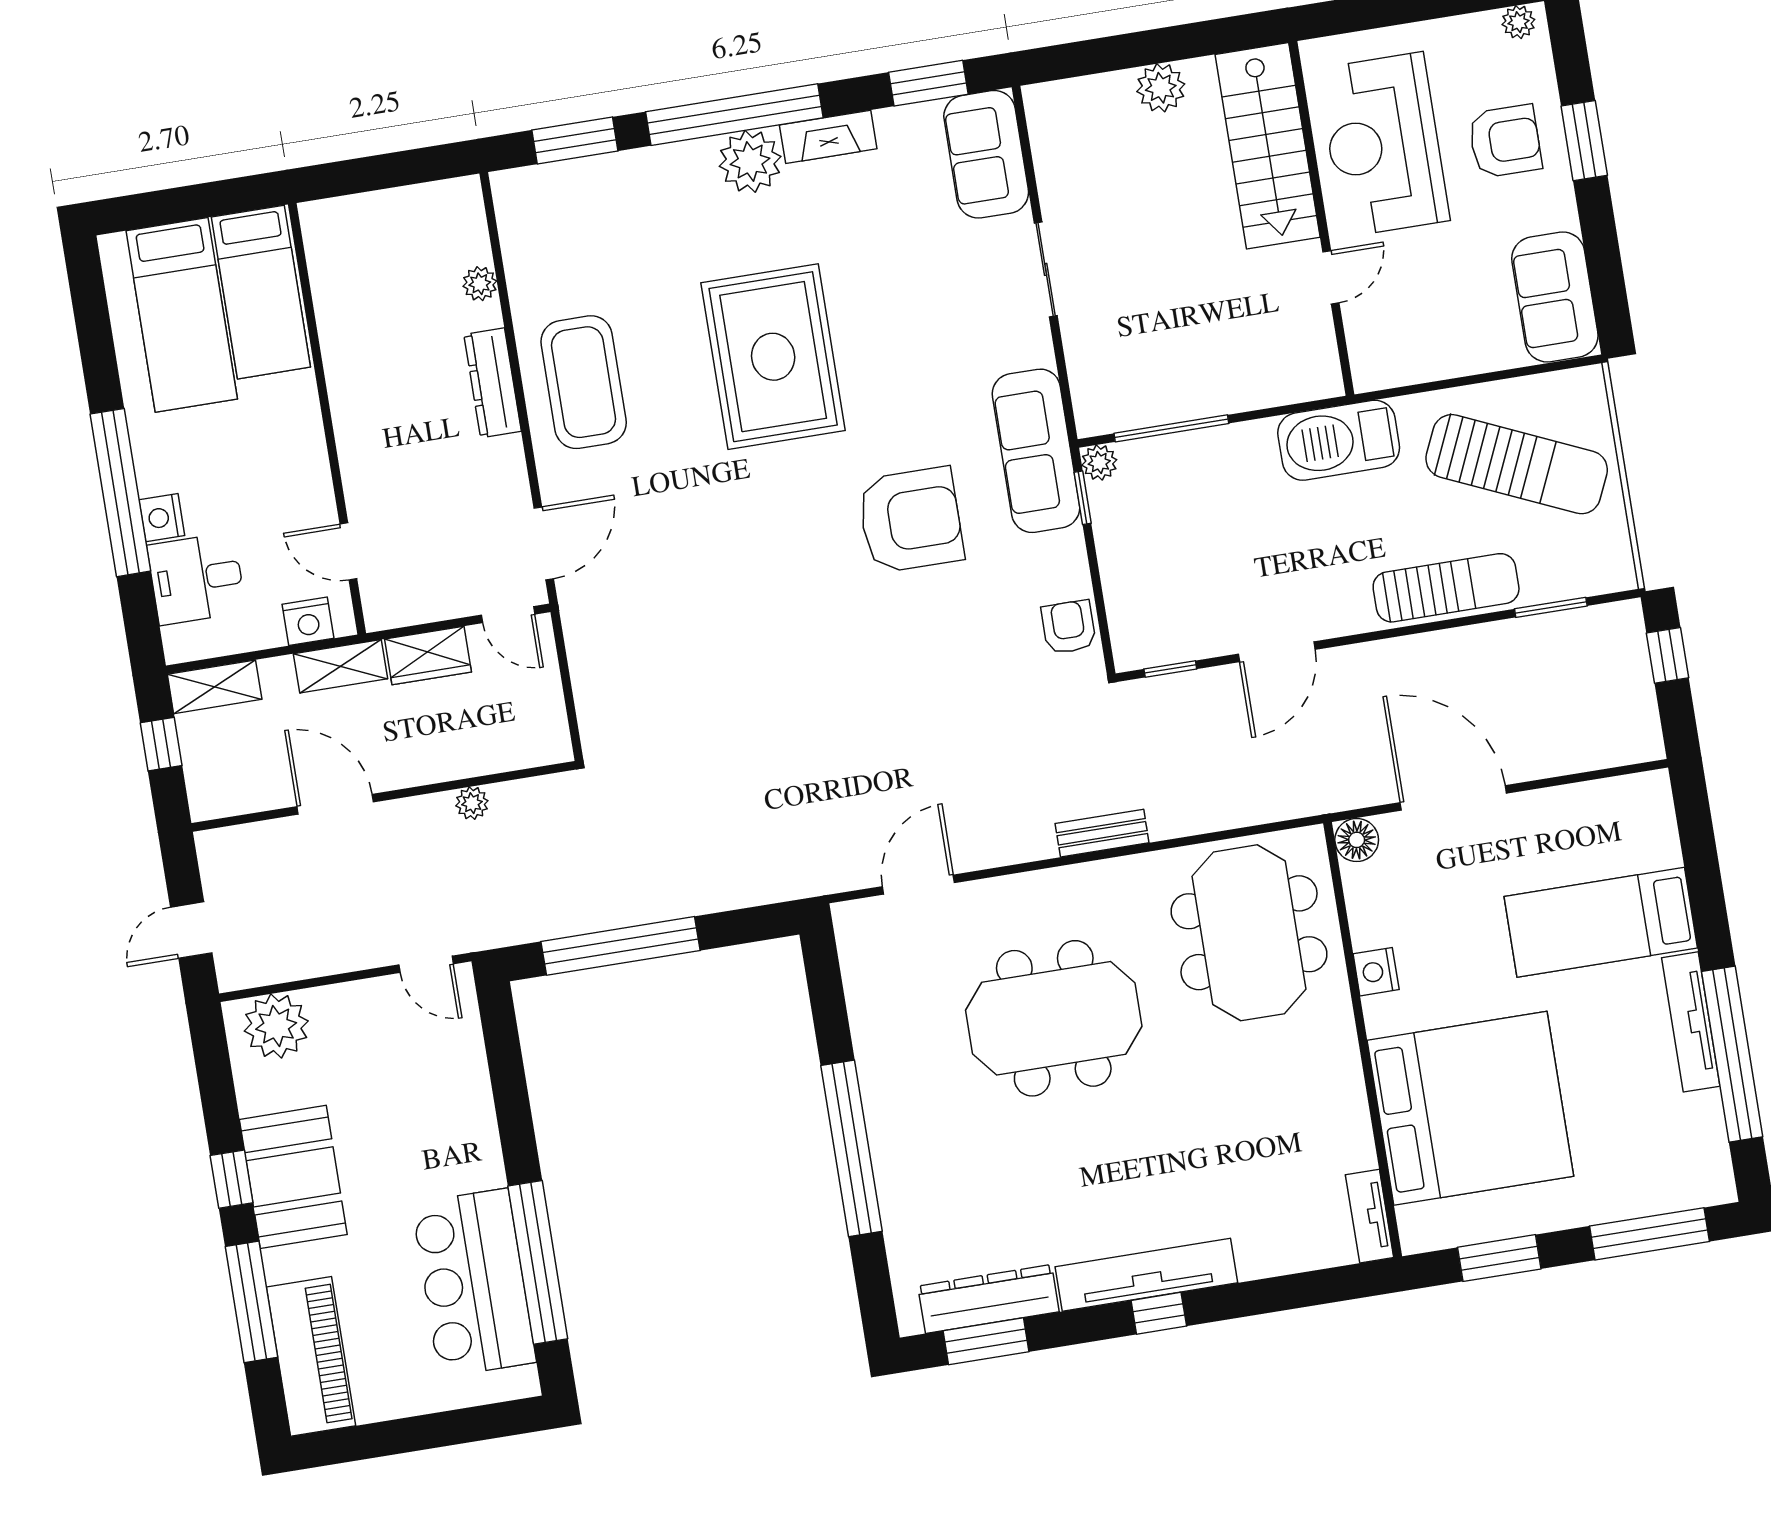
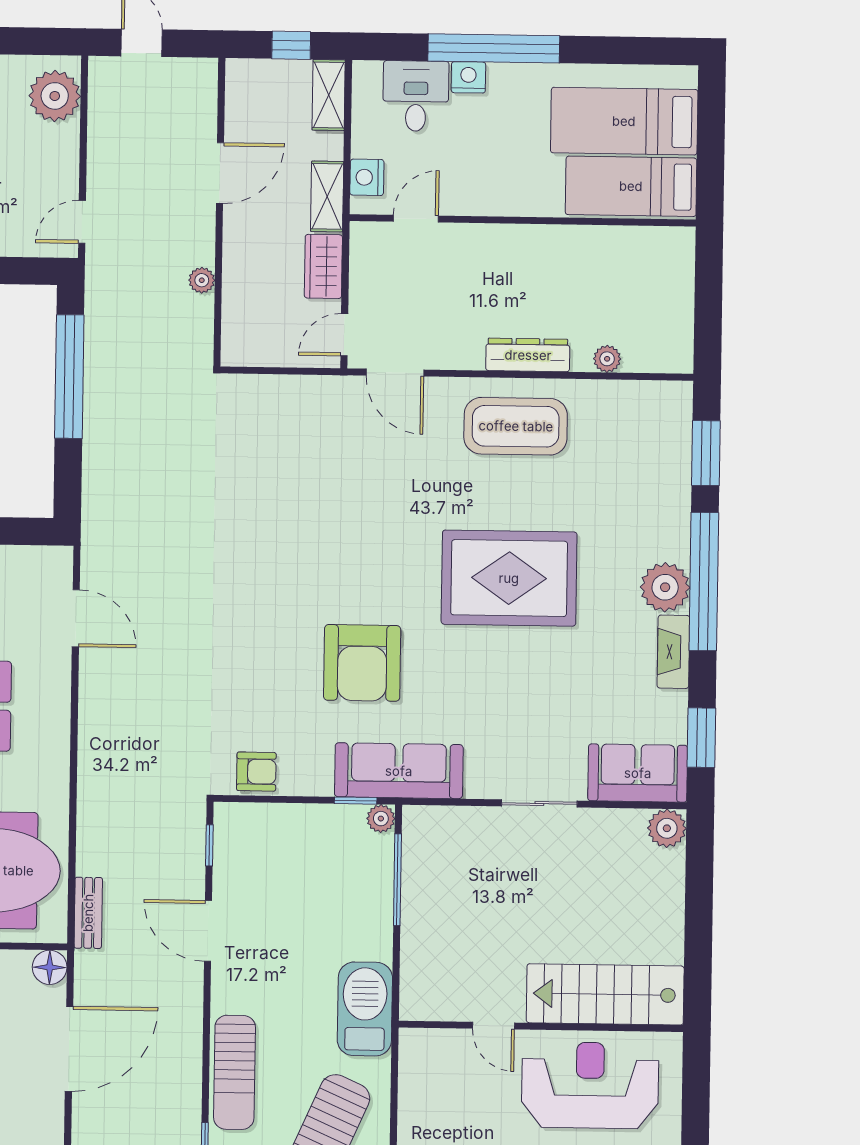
plant: (1161, 88) -> (667, 828), moved
bench: (1102, 833) -> (88, 913), moved

